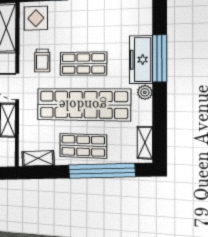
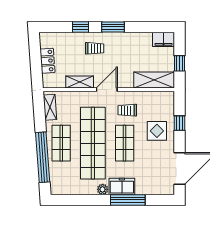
display table: (36, 18) -> (157, 131), moved
freezer: (141, 60) -> (122, 186), width x0.71
shelving: (145, 143) -> (65, 189), removed

